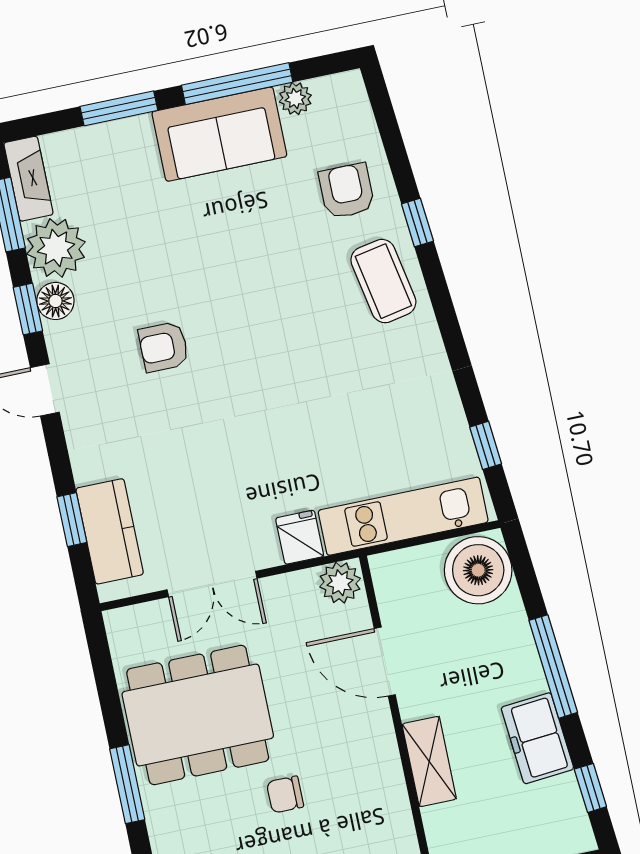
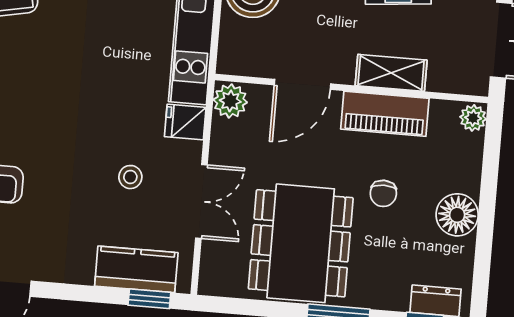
stool: (216, 492) -> (130, 177), added
window: (72, 520) -> (149, 299), moved
piano: (379, 769) -> (385, 114), added

